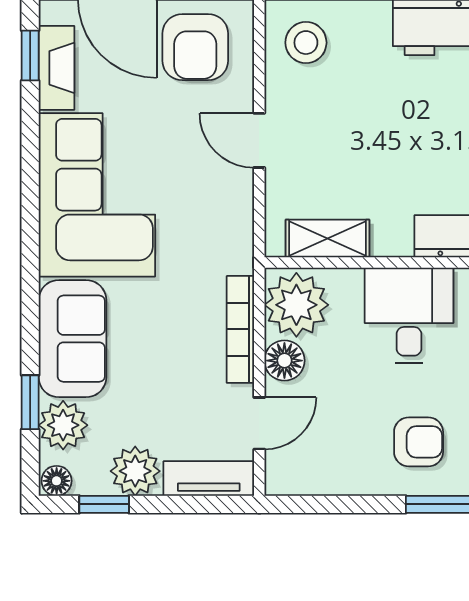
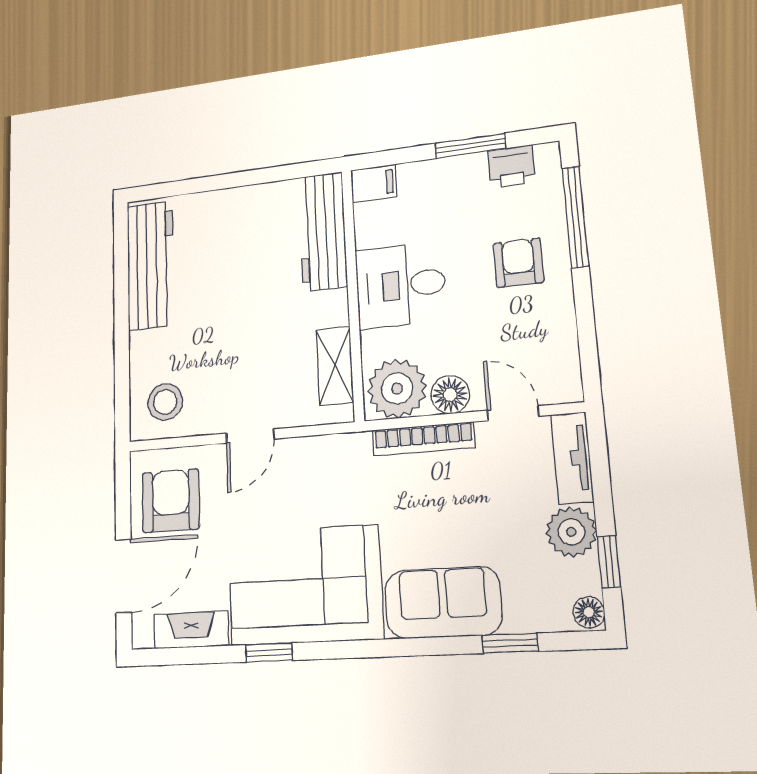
armchair: (195, 47) -> (171, 501), turned -90
window: (30, 55) -> (269, 653), moved
plant: (63, 425) -> (531, 608), removed

